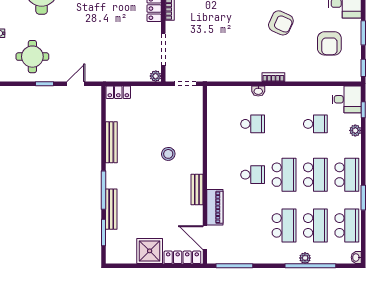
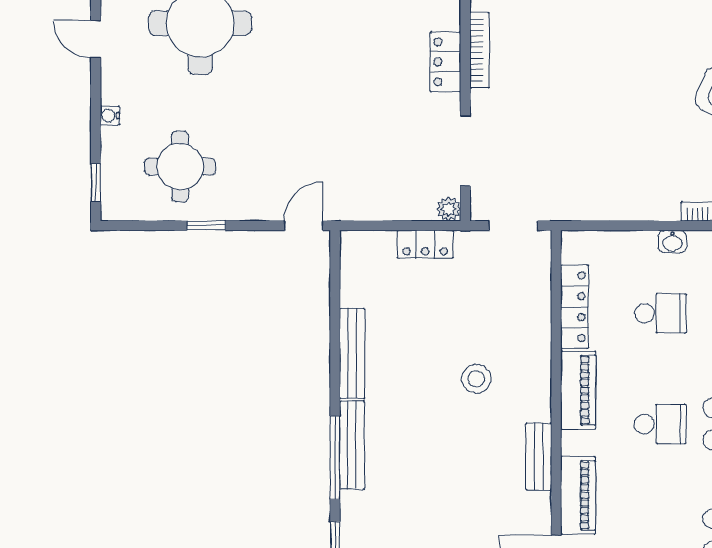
door: (76, 84) -> (304, 226), moved
locker: (118, 92) -> (425, 244), moved
locker: (213, 121) -> (574, 307), added
piano: (215, 159) -> (578, 390), added
bench: (111, 209) -> (352, 445), moved

